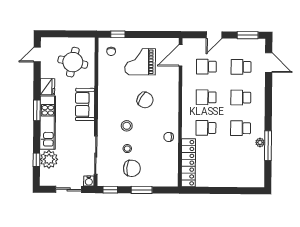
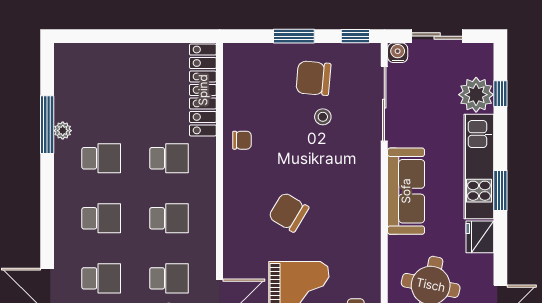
sofa: (85, 104) -> (406, 191), width x1.36
stool: (127, 126) -> (324, 161), removed

